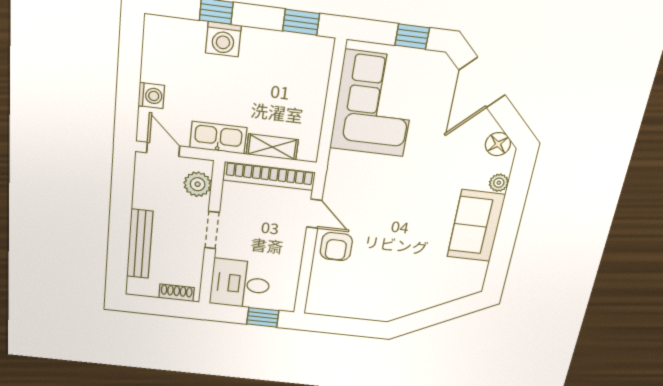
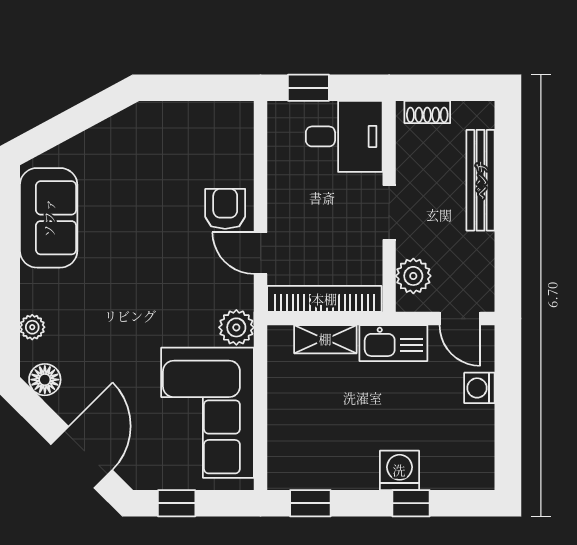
plant: (341, 164) -> (236, 327), added
sofa: (476, 226) -> (49, 218), moved

